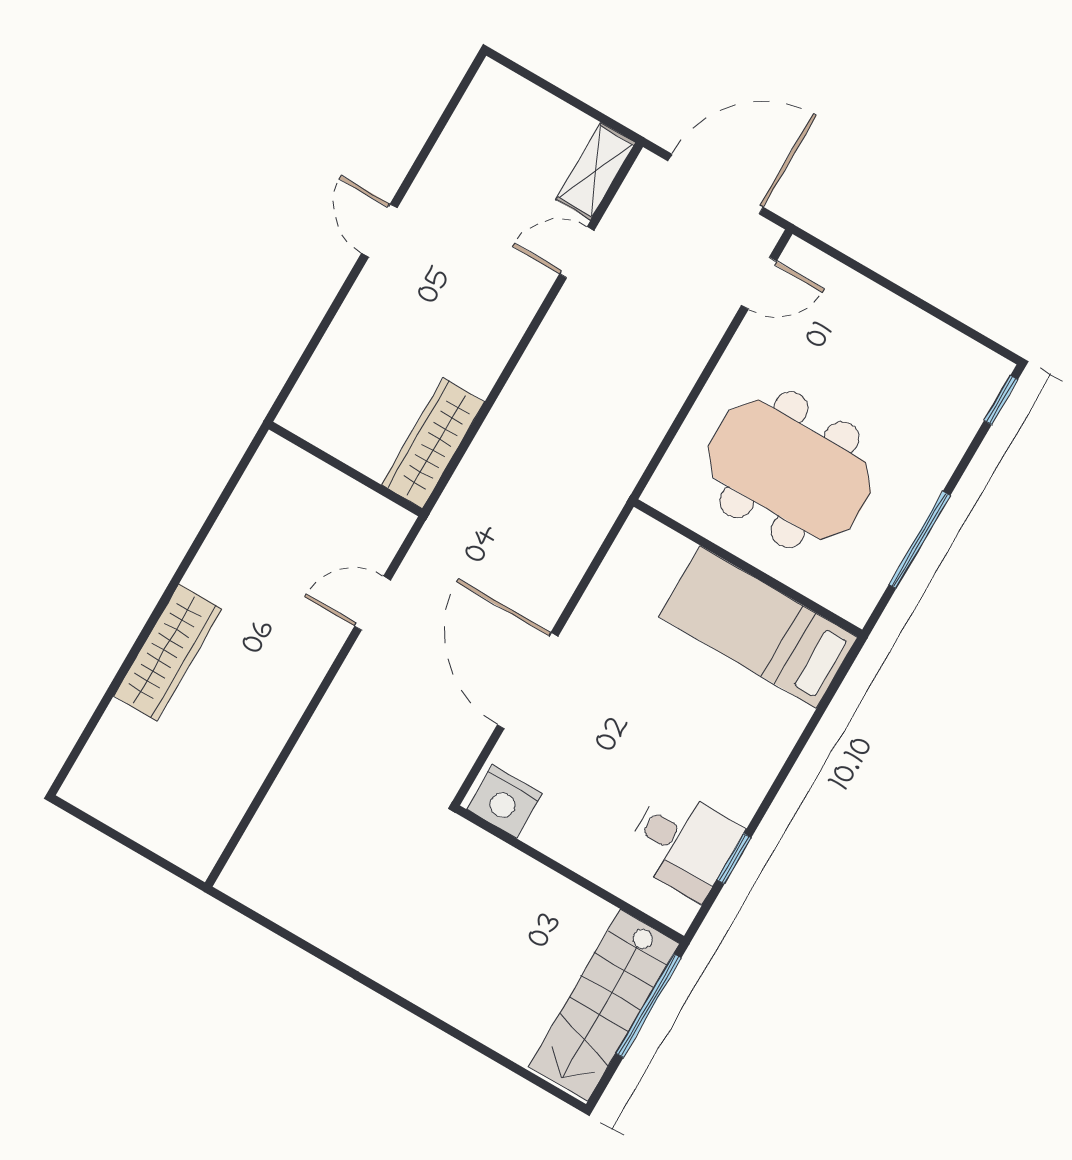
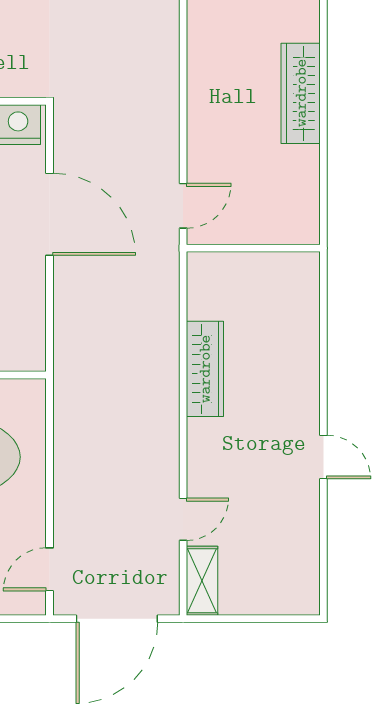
wardrobe: (433, 443) -> (205, 369), moved
wall: (346, 469) -> (253, 248), moved

